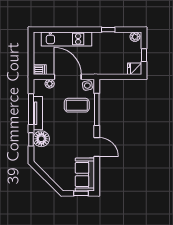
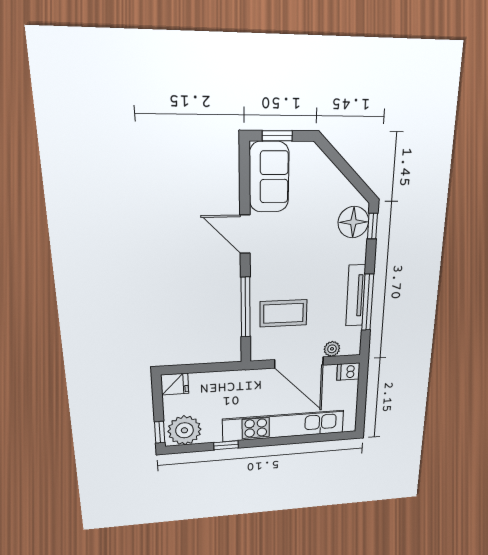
plant: (135, 37) -> (184, 430), width x1.87, depth x1.87
kitchen unit: (67, 39) -> (284, 426), width x1.36
window: (144, 55) -> (160, 432), moved
side table: (87, 86) -> (263, 349), removed
window: (31, 139) -> (372, 226), moved
floor lamp: (41, 139) -> (353, 222), moved

